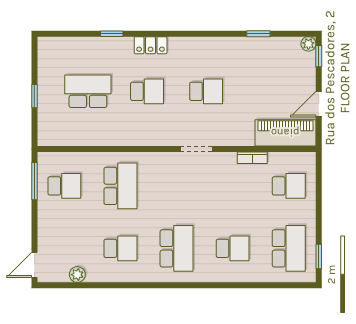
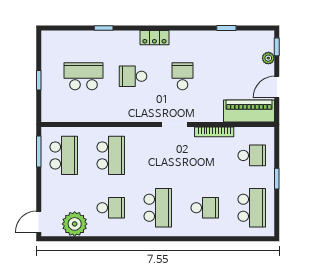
plant: (308, 44) -> (268, 58), moved
locker: (151, 45) -> (154, 38), moved
school desk: (147, 91) -> (133, 76), turned 180
school desk: (206, 91) -> (183, 76), turned -90
bookcase: (252, 158) -> (214, 132), width x1.56
school desk: (64, 186) -> (64, 155), width x1.85
window: (319, 257) -> (277, 179), moved
plant: (77, 275) -> (75, 224), width x1.88, depth x1.88

